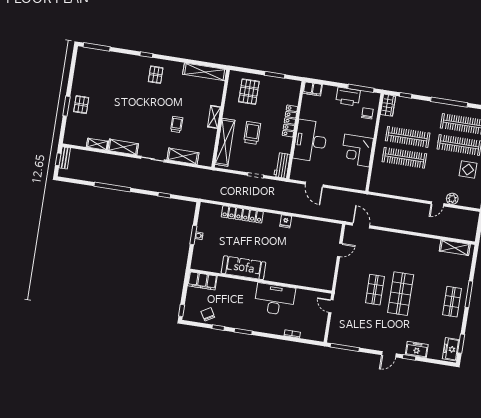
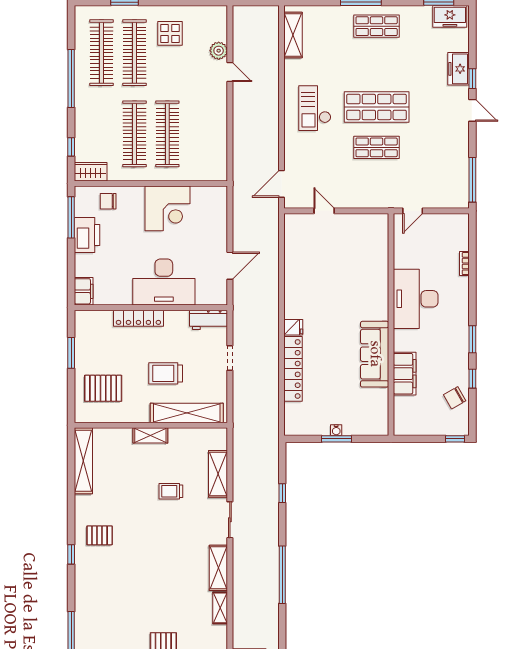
fridge: (286, 221) -> (293, 327), moved
checkout: (406, 254) -> (315, 108), added
filing cabinet: (202, 281) -> (405, 374), moved

